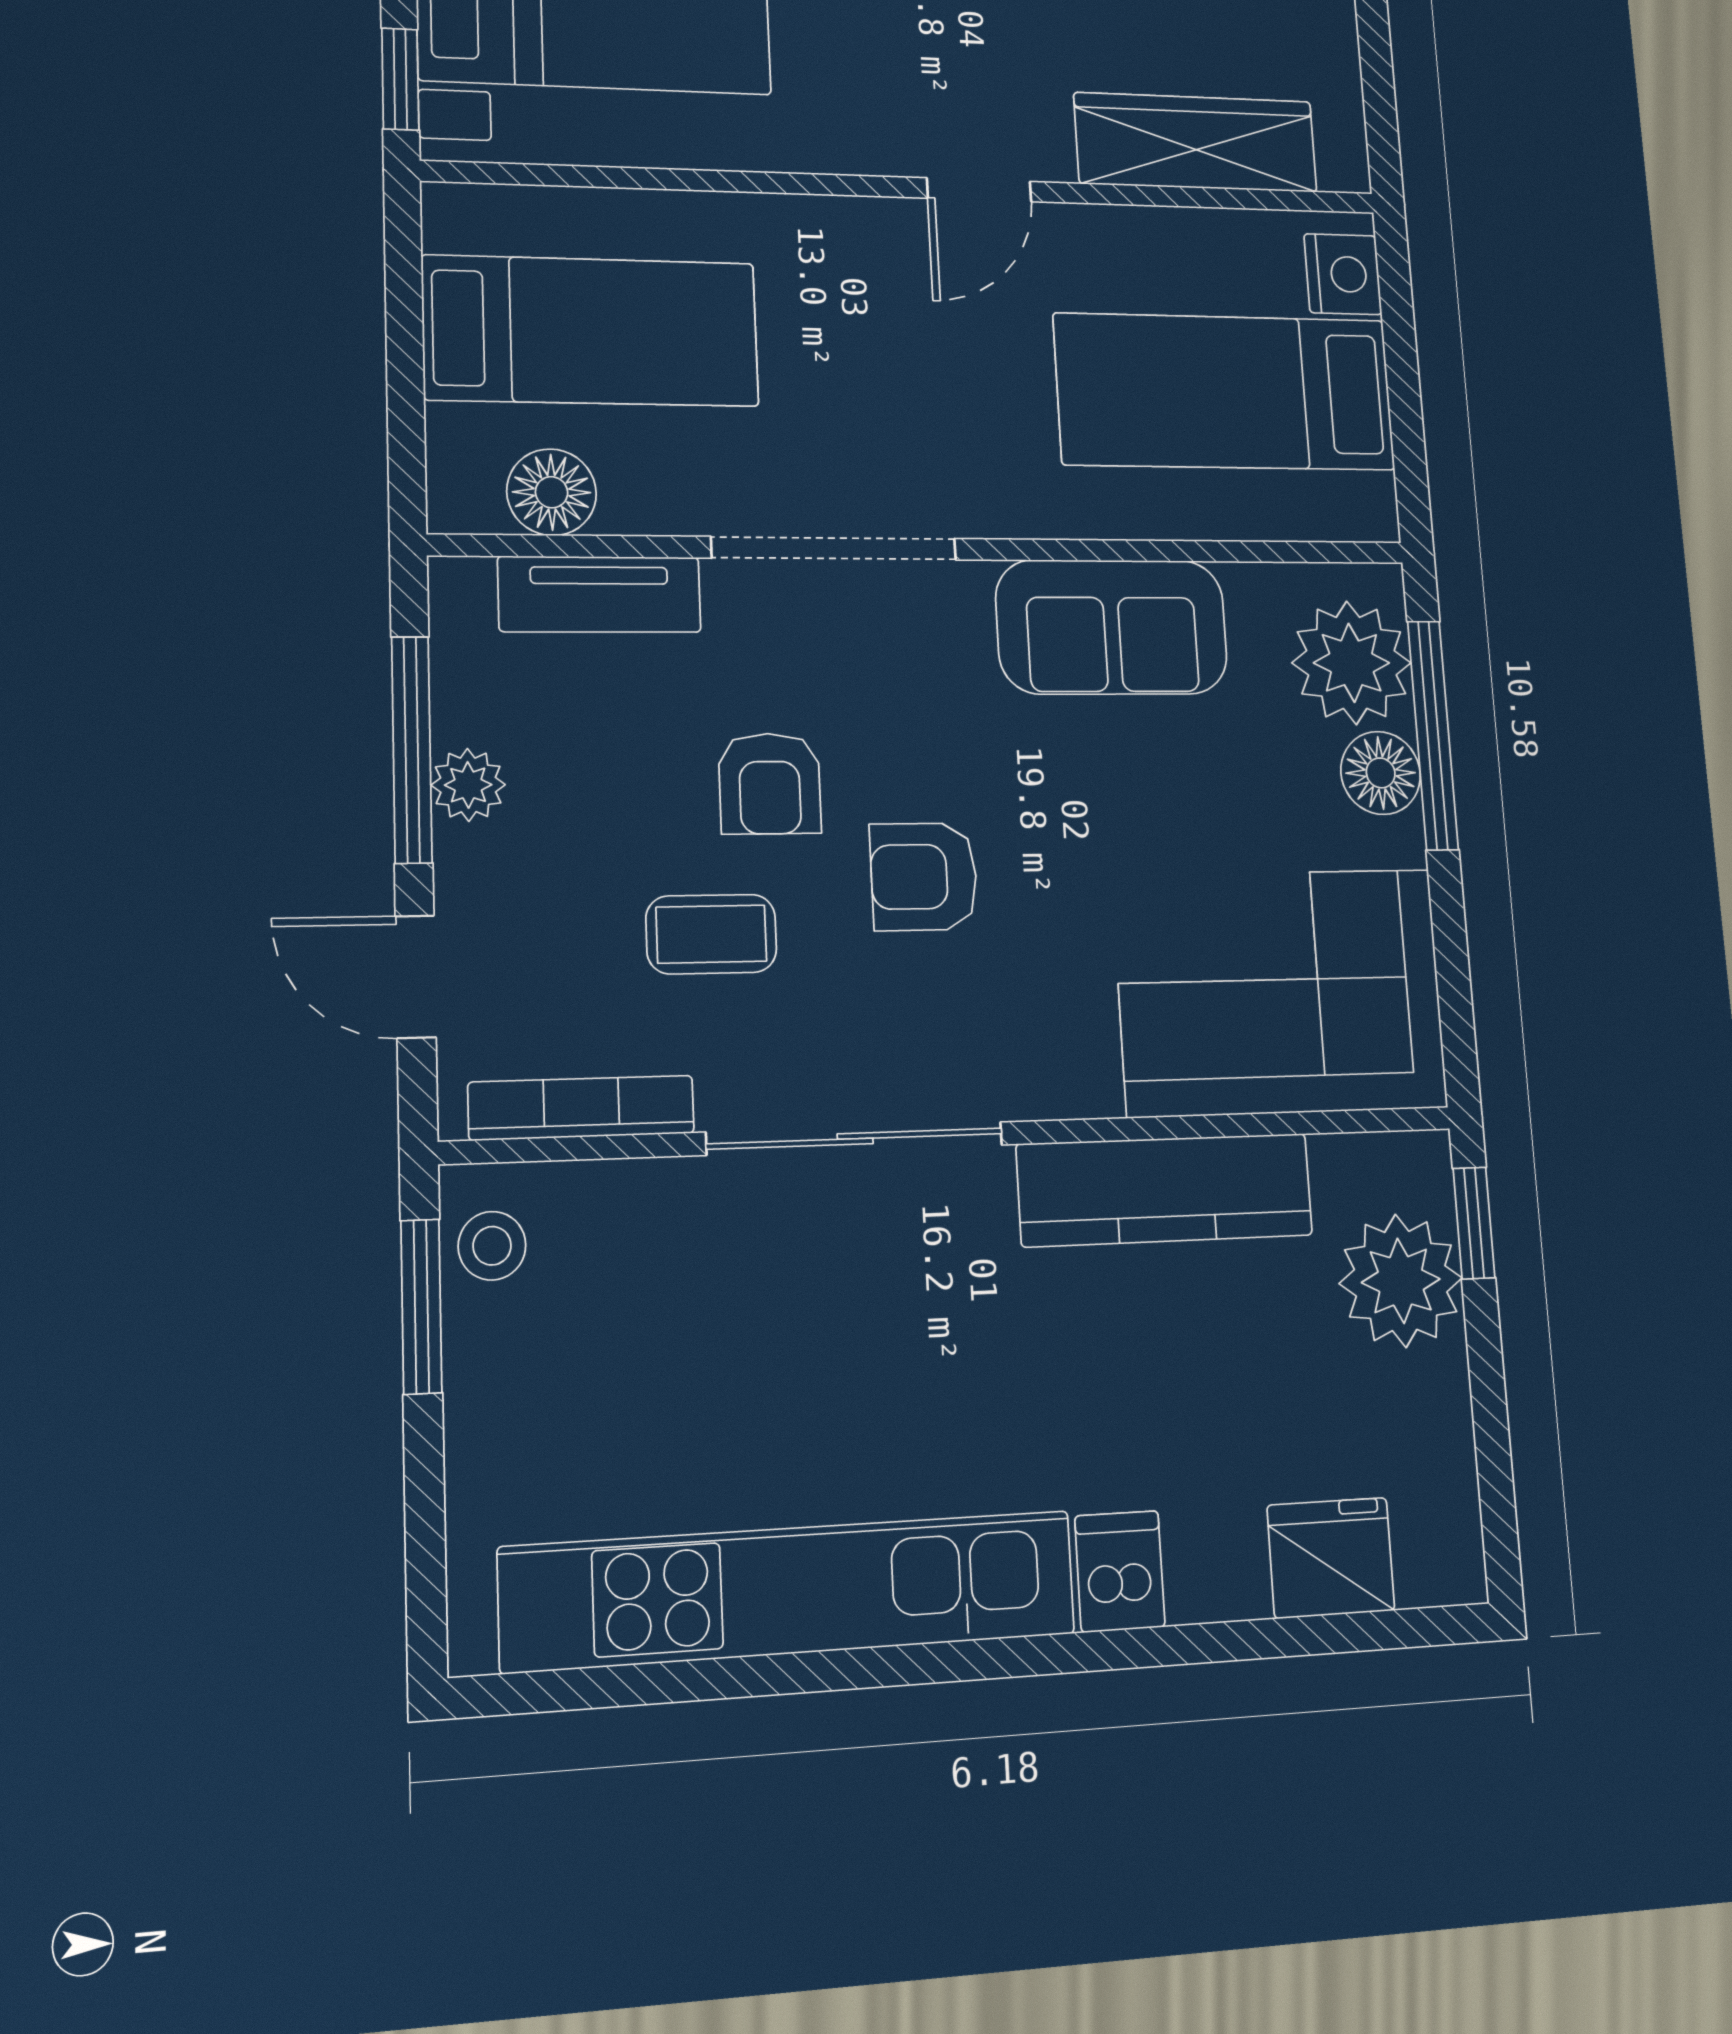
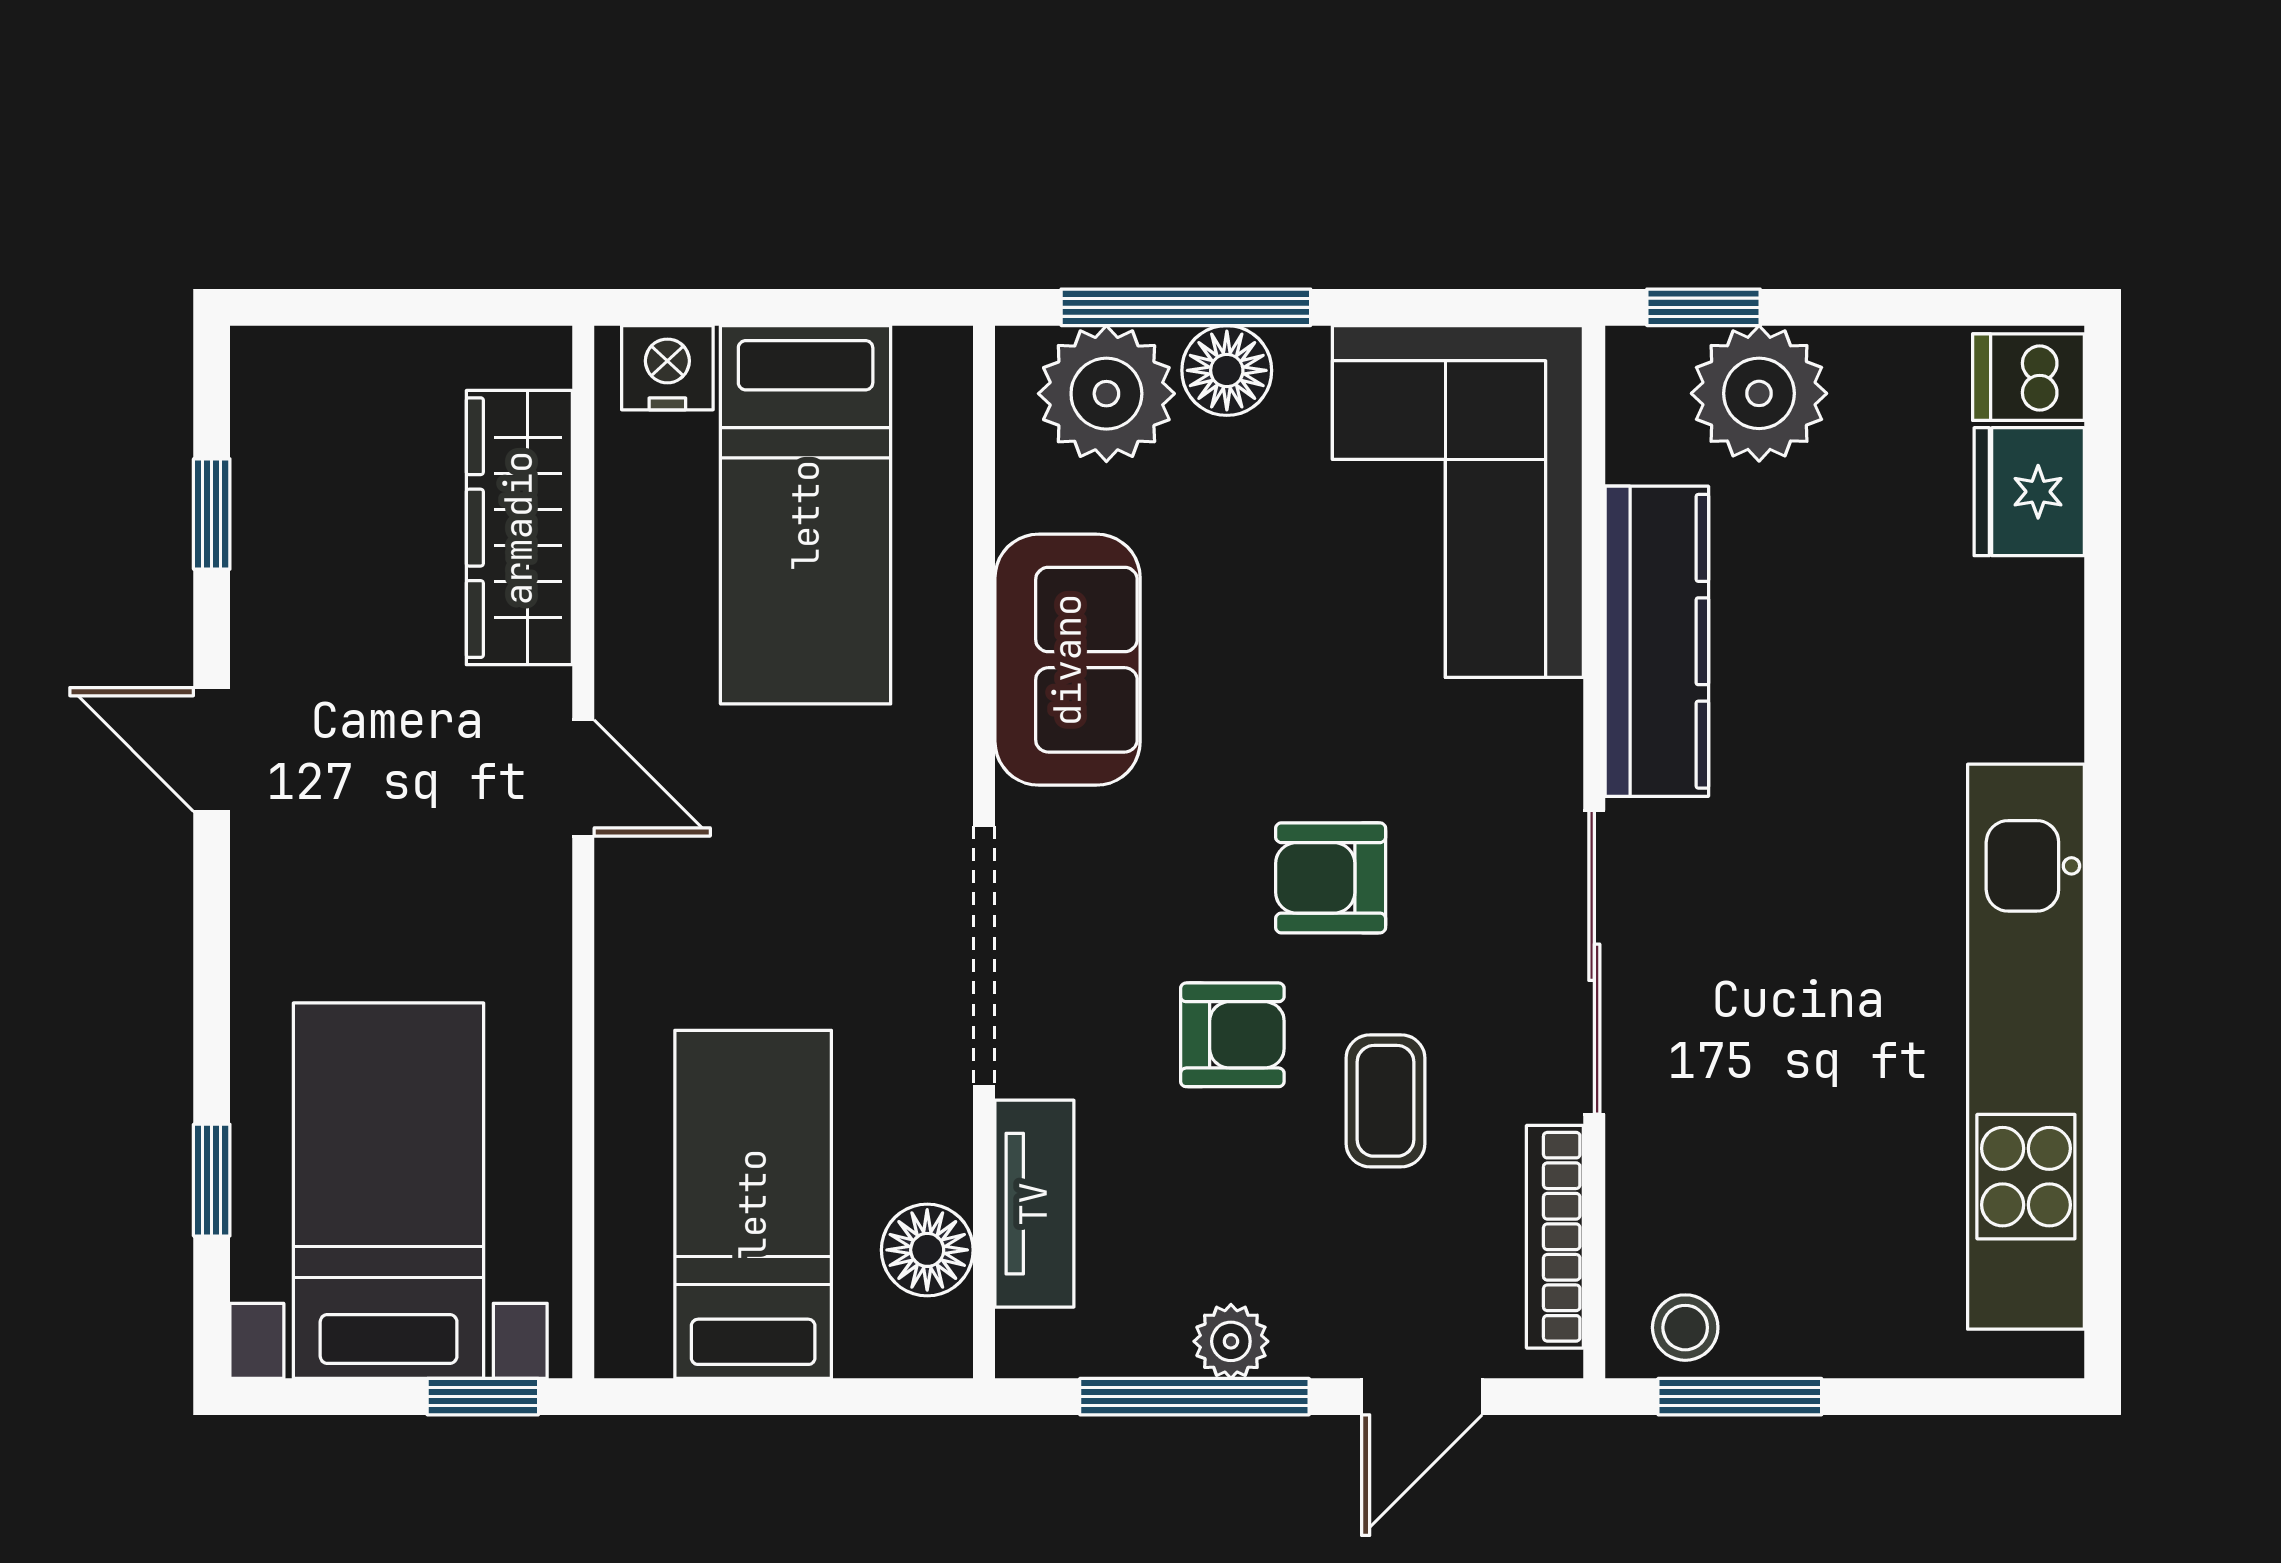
armchair: (924, 877) -> (1331, 878), turned 90
dishwasher: (1120, 1571) -> (2029, 377), moved

